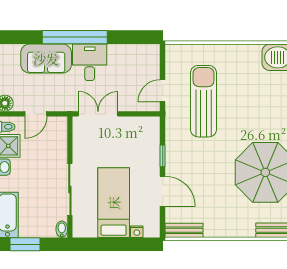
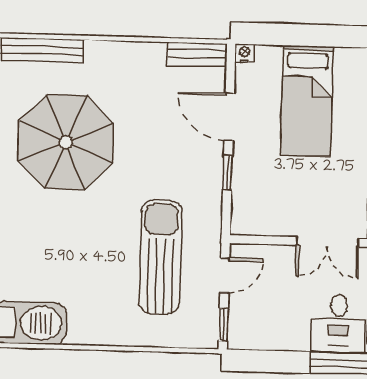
window: (163, 60) -> (223, 325), added
sun lounger: (203, 101) -> (160, 257), turned 180
nightstand: (137, 232) -> (245, 53), moved

